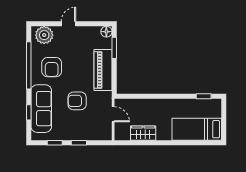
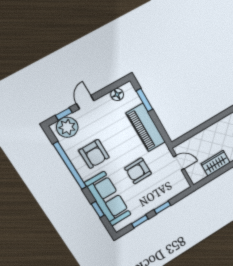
window: (48, 24) -> (64, 114), added
floor lamp: (106, 32) -> (117, 95), moved

